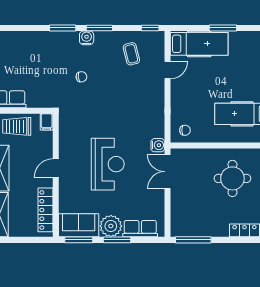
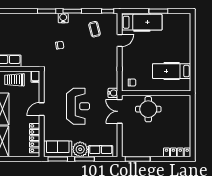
round table: (232, 178) -> (148, 109), moved

